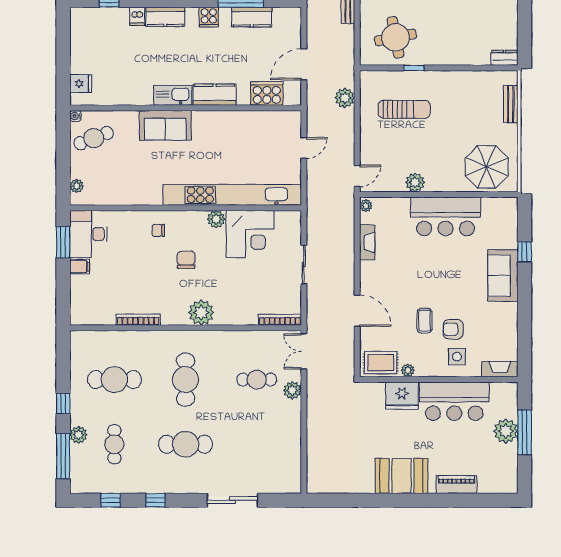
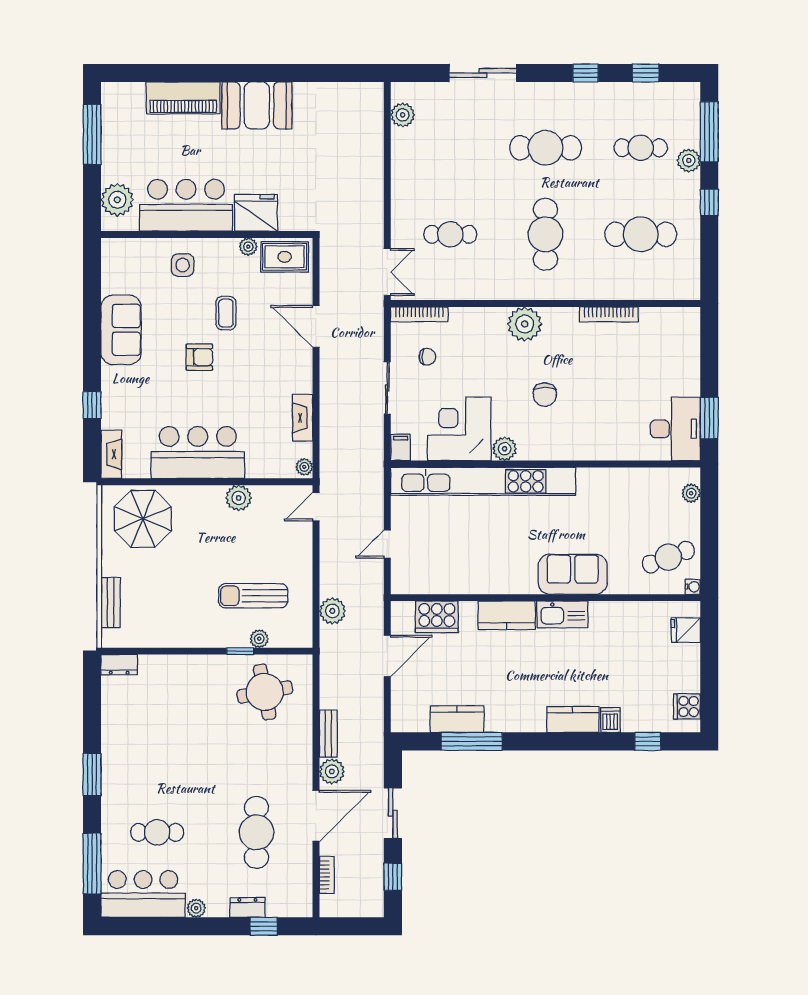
cooker: (209, 17) -> (687, 707), moved, turned -90
plant: (400, 77) -> (259, 639), added
chair: (158, 230) -> (427, 357), moved
filing cabinet: (80, 267) -> (401, 447), moved, turned 90
sofa: (503, 276) -> (121, 330), moved
armchair: (453, 329) -> (199, 357), moved
fireplace: (500, 369) -> (111, 454), moved, turned -90
plant: (292, 390) -> (403, 115), moved
plant: (506, 431) -> (117, 200), moved
window: (525, 432) -> (92, 135), moved
cafe table: (114, 444) -> (641, 148), turned 90
piano: (456, 485) -> (183, 98), width x1.37, depth x1.33

